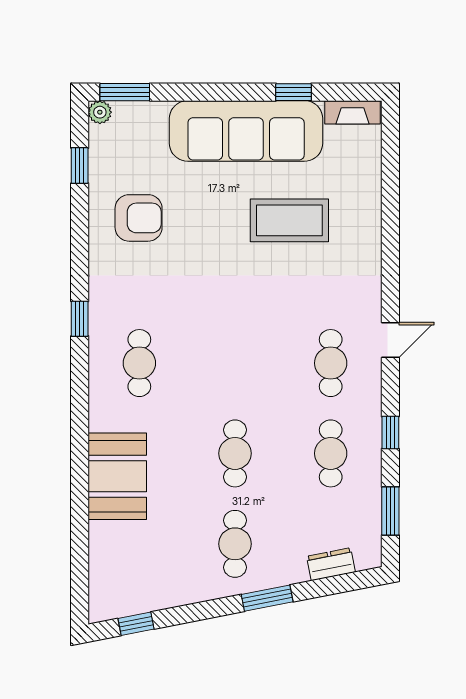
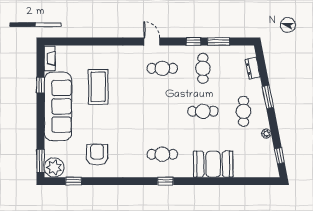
plant: (100, 112) -> (54, 167), width x1.88, depth x1.88
window: (80, 319) -> (165, 181), moved
cafe table: (331, 453) -> (203, 68), turned 90
window: (390, 511) -> (219, 41), moved
cafe table: (235, 544) -> (244, 111), turned 90
plant: (185, 595) -> (266, 134), added

